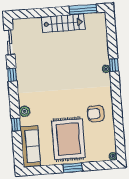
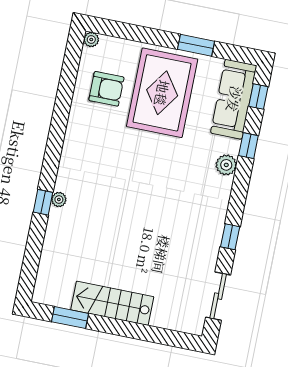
window: (83, 9) -> (70, 318), width x0.69
armchair: (96, 114) -> (106, 89), moved
window: (18, 151) -> (258, 96), added
window: (72, 168) -> (196, 45), moved

